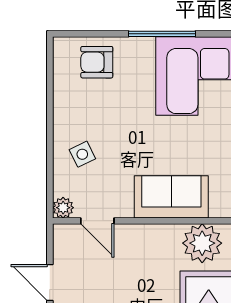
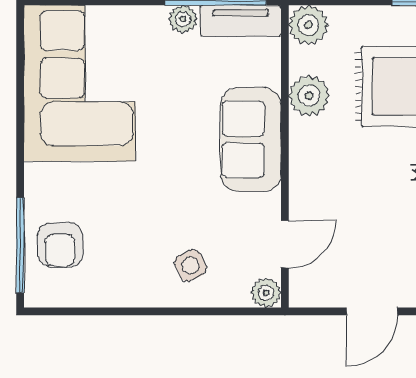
window: (162, 34) -> (20, 245), moved
plant: (202, 243) -> (309, 96), width x0.73, depth x0.73

